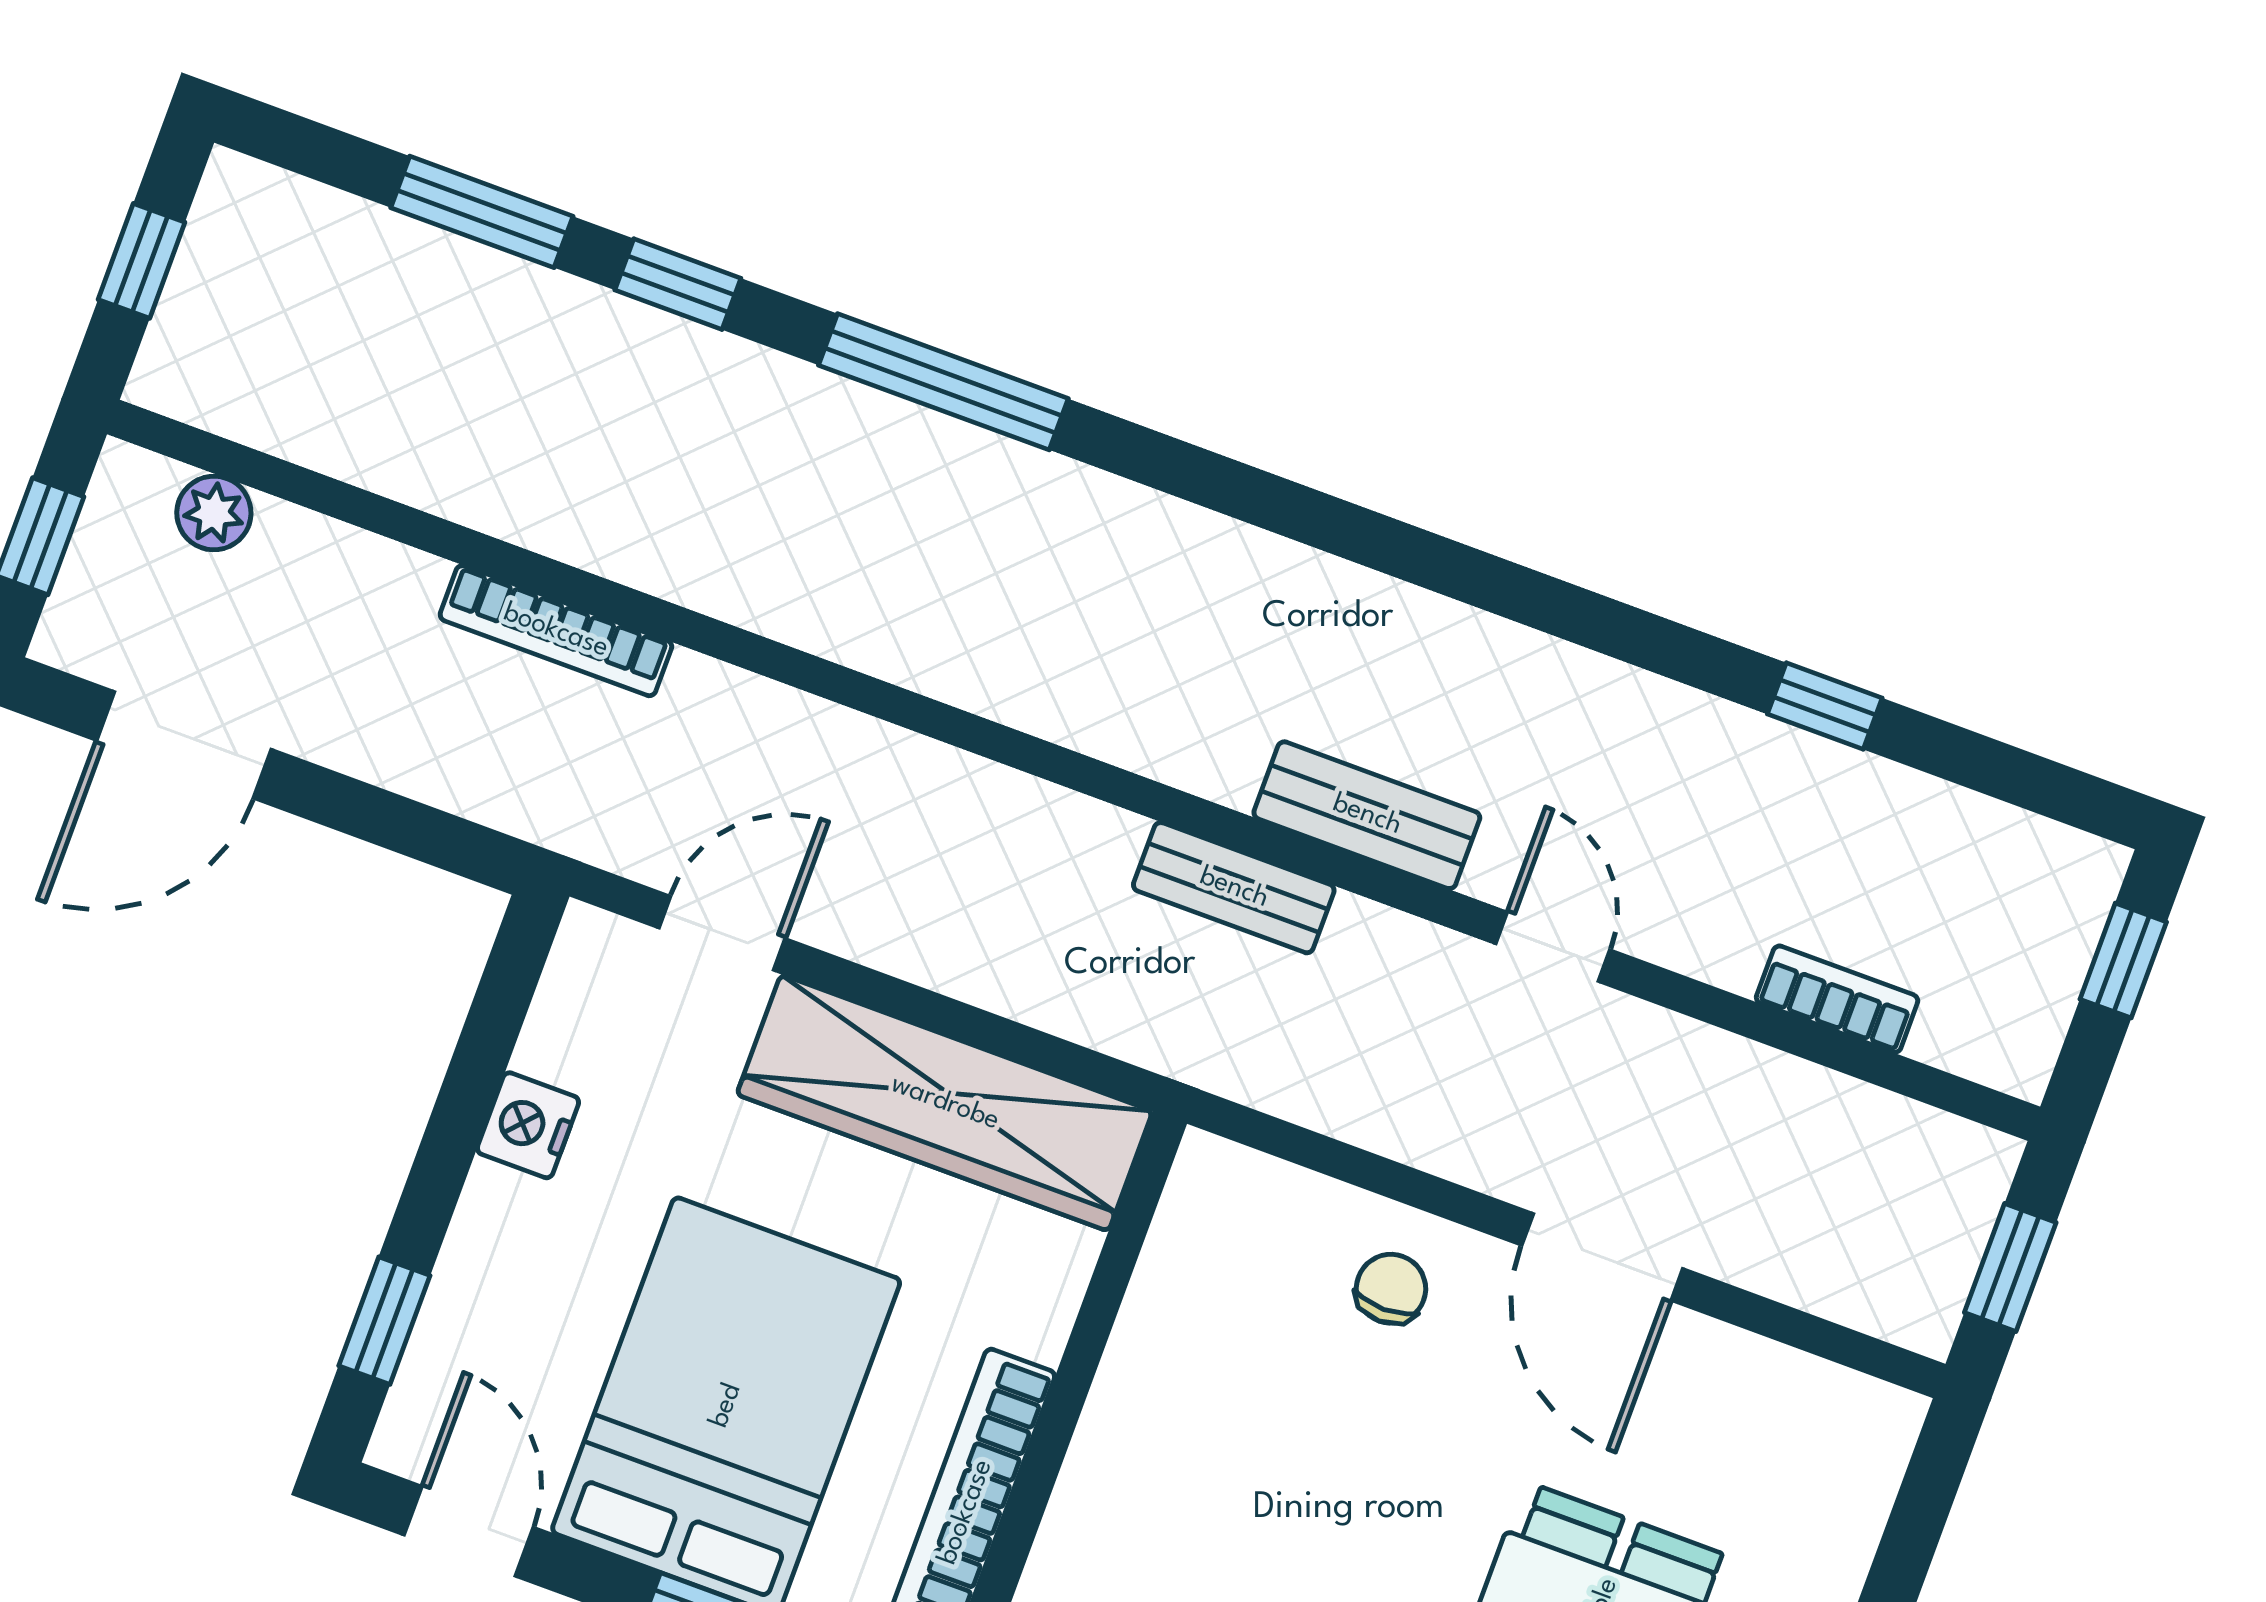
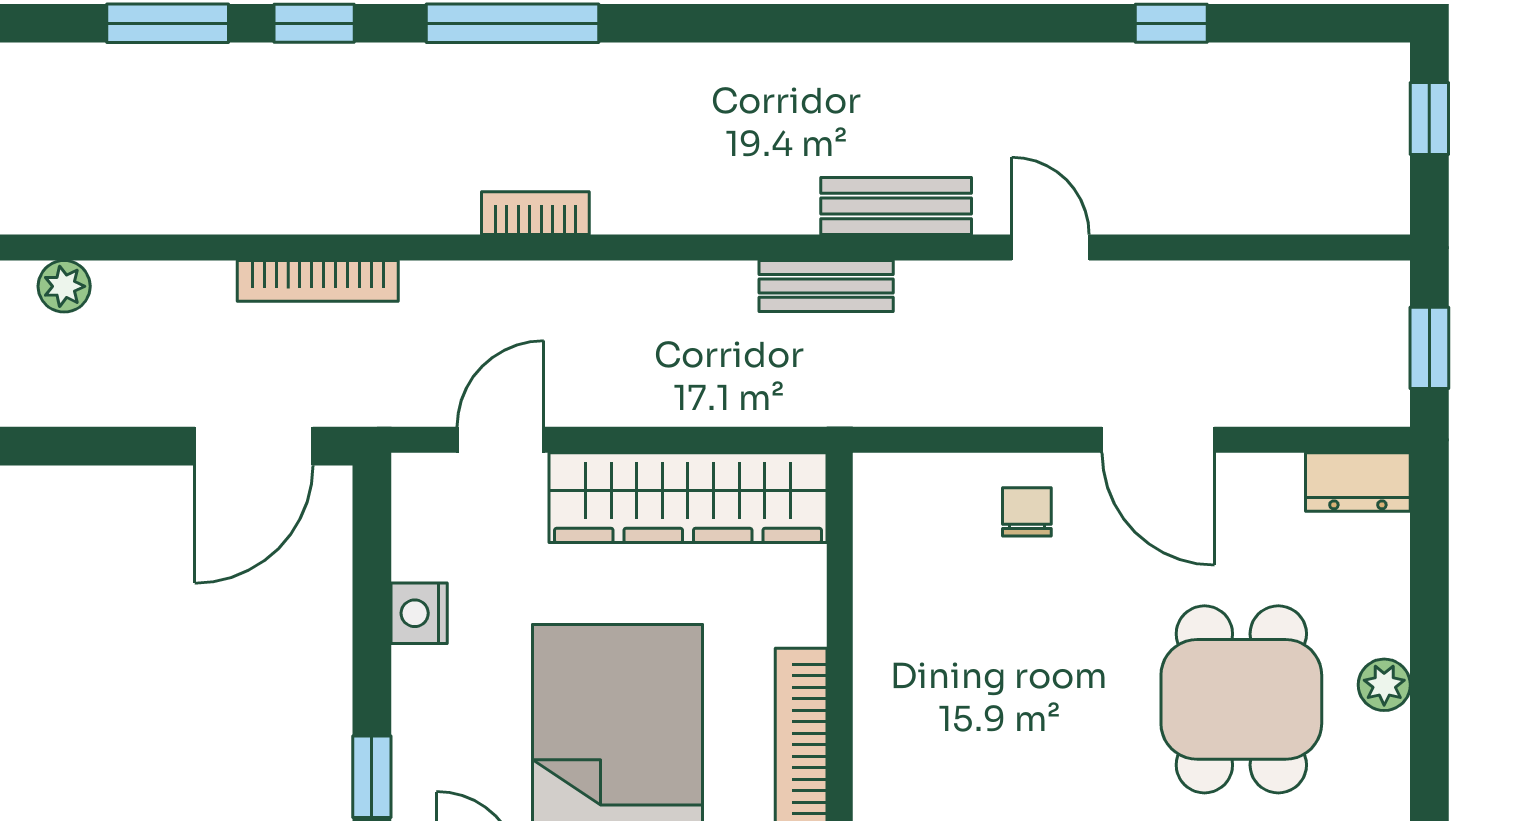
door: (184, 745) -> (254, 446), moved
bookcase: (1837, 999) -> (535, 213), moved
dresser: (1849, 1412) -> (1358, 482), added

